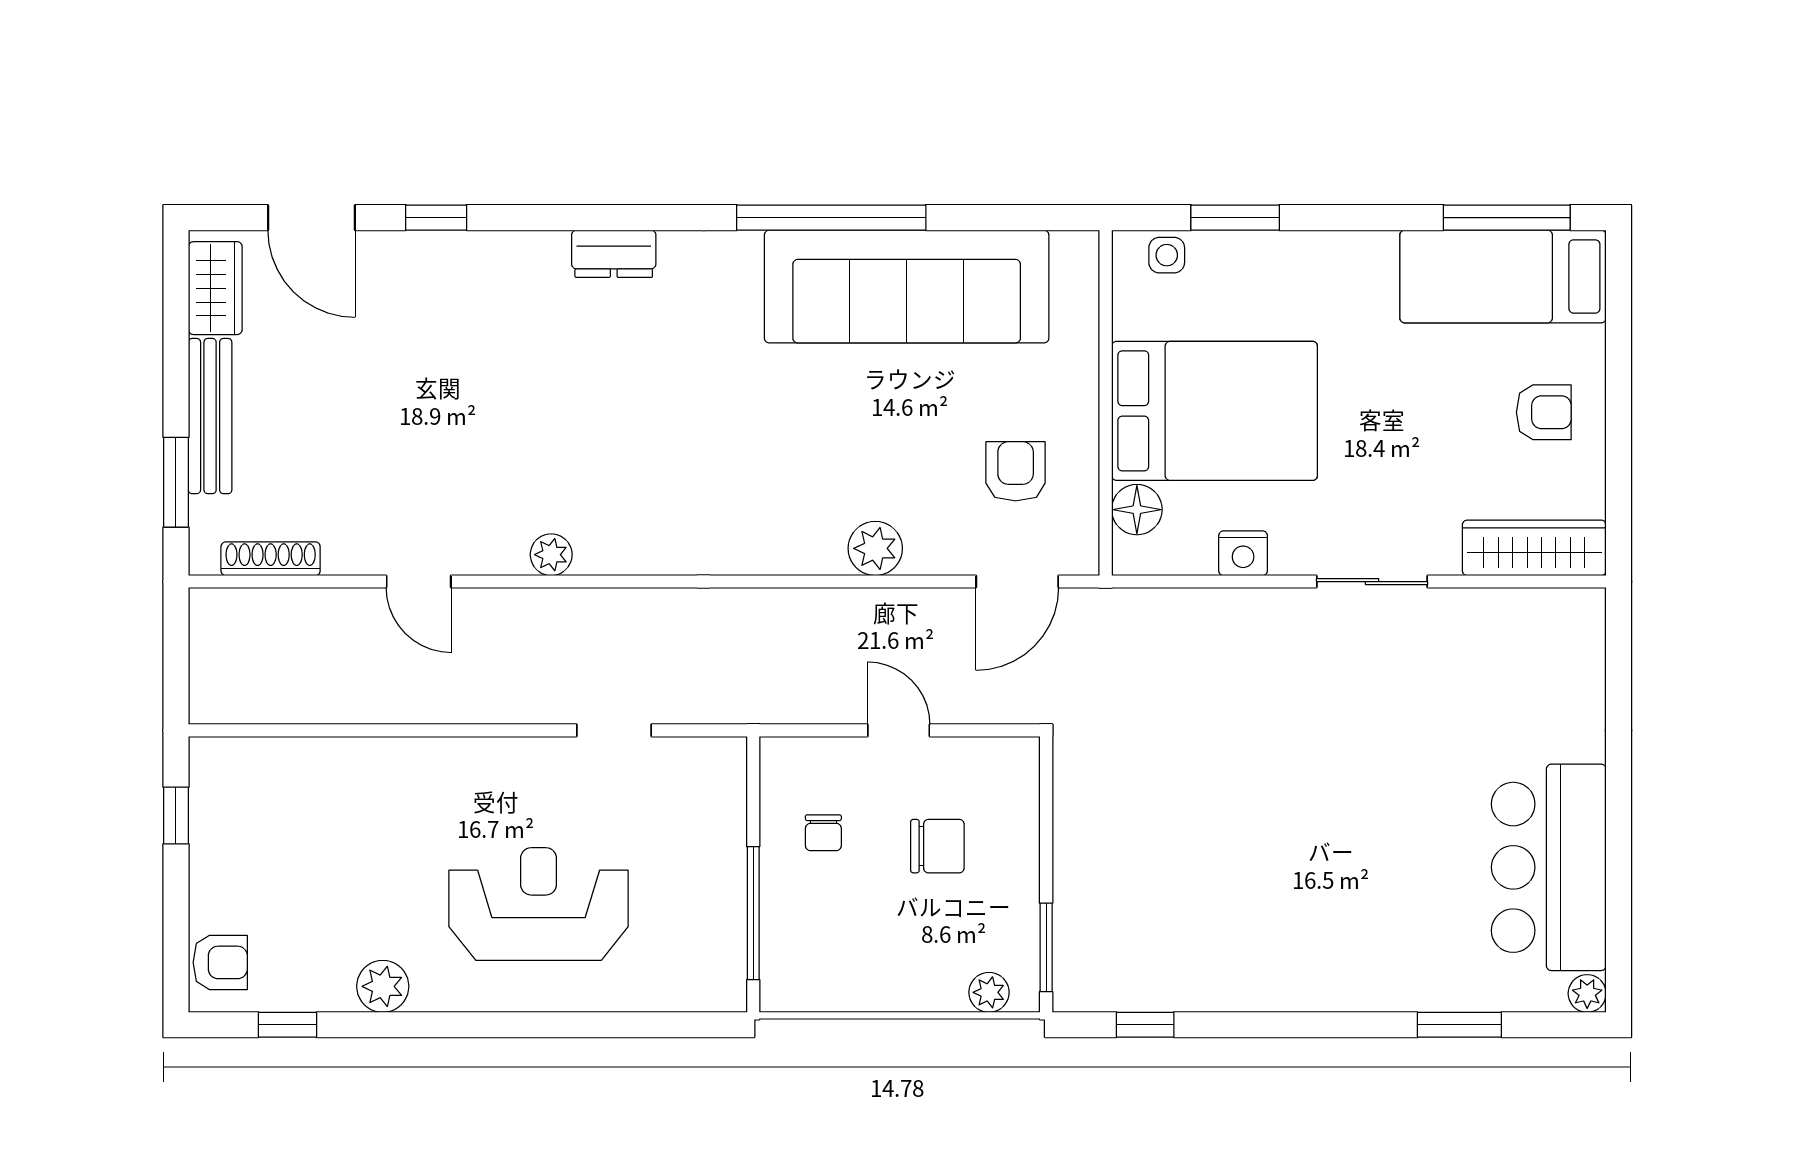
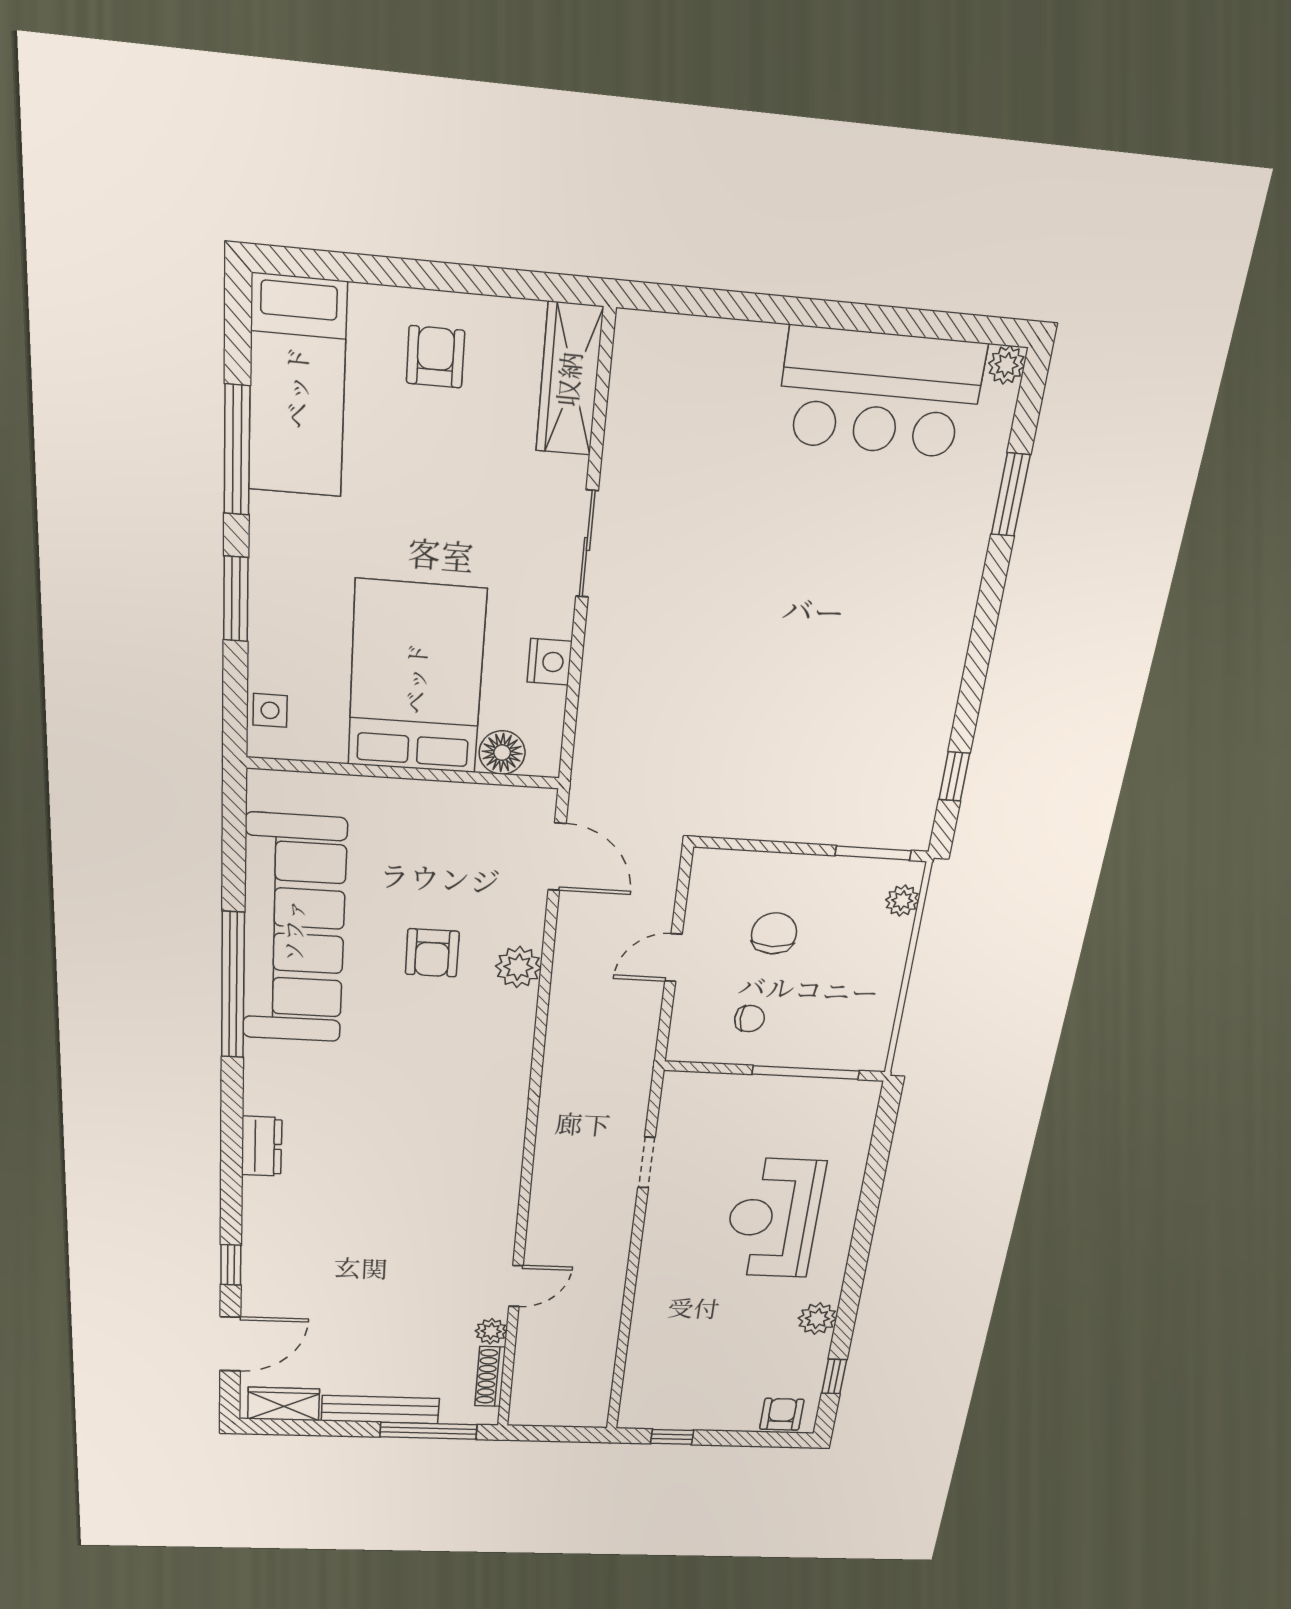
window: (1235, 218) -> (236, 599), moved
window: (1507, 218) -> (237, 450), moved
armchair: (1016, 471) -> (432, 953), moved, turned -90
window: (176, 482) -> (428, 1431), width x1.44
plant: (551, 555) -> (491, 1331), moved

